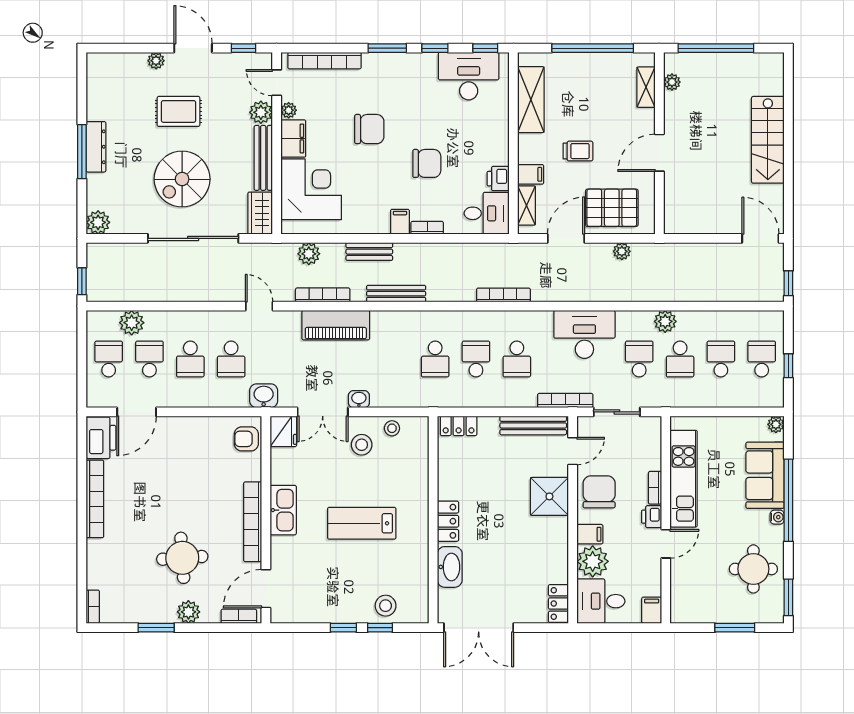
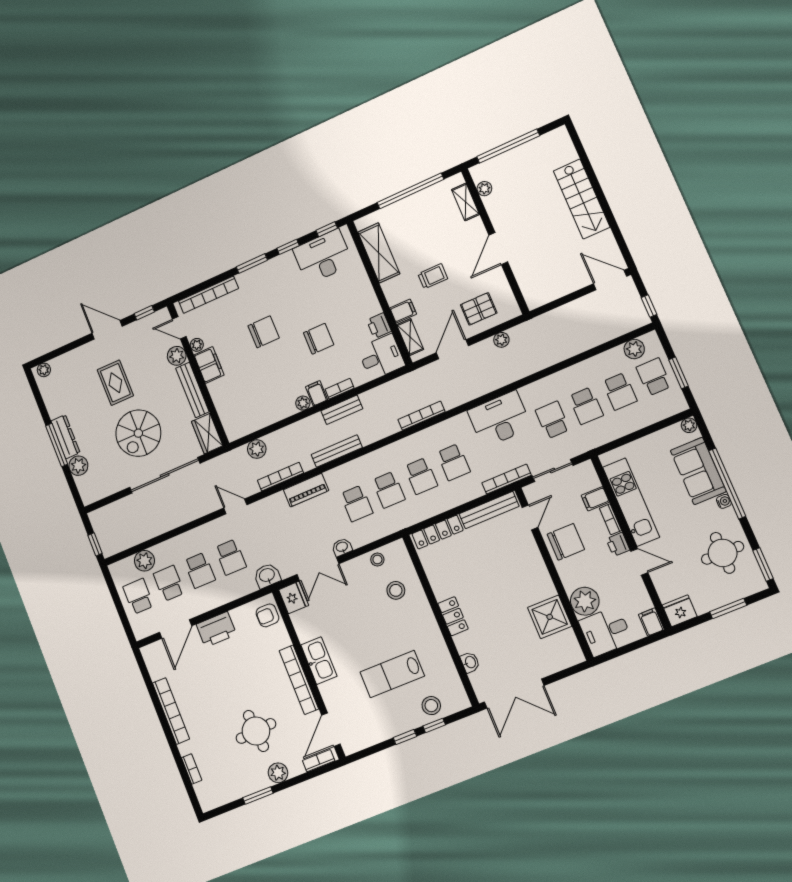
plant: (156, 61) -> (44, 370), moved
rug: (178, 111) -> (115, 383), turned 90
corner desk: (311, 189) -> (238, 398), removed
pallet: (612, 208) -> (479, 309), width x0.67, depth x0.71
plant: (98, 222) -> (78, 466), moved
plant: (380, 226) -> (303, 403), added
bench: (369, 252) -> (342, 410), moved
plant: (665, 321) -> (634, 349), moved
piano: (336, 325) -> (306, 490), width x0.73, depth x0.75
school desk: (394, 359) -> (357, 503), added
school desk: (476, 359) -> (421, 476), turned 180
school desk: (721, 359) -> (620, 391), turned 180
window: (788, 366) -> (678, 373), width x1.50
locker: (459, 426) -> (438, 532), width x1.53
printer: (101, 438) -> (216, 629), moved, turned 90
stool: (362, 445) -> (396, 590), moved
chair: (599, 492) -> (566, 542), turned 90
shower: (549, 496) -> (550, 617), moved
lab bench: (362, 523) -> (392, 674), moved
filing cabinet: (590, 534) -> (595, 499), moved, turned 180
door: (666, 544) -> (639, 562), hinge flipped
washbasin: (450, 567) -> (470, 662), width x0.52, depth x0.69
locker: (558, 604) -> (571, 647), removed
bookcase: (93, 607) -> (192, 769), moved
fridge: (685, 610) -> (680, 611), added

